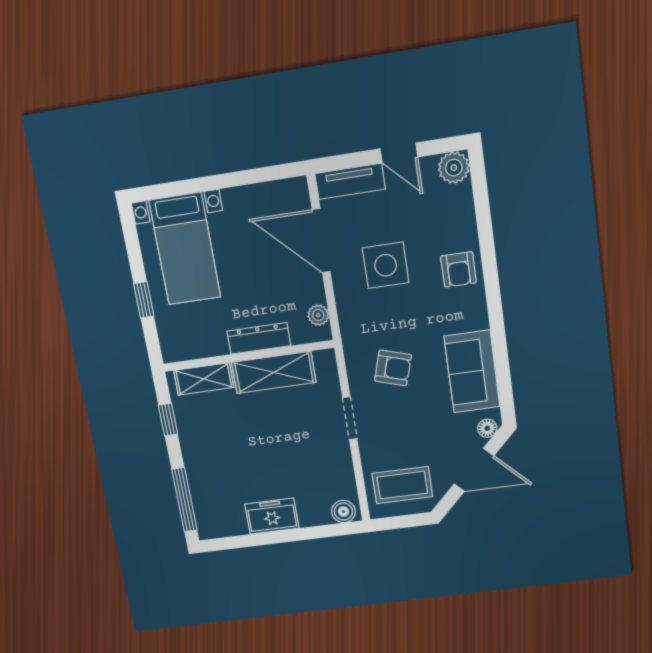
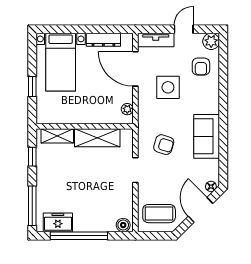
door: (399, 153) -> (184, 29), swing flipped
armchair: (458, 269) -> (201, 67), moved
dresser: (259, 338) -> (103, 40), moved, turned 180
sofa: (472, 372) -> (207, 136), moved
door: (474, 470) -> (200, 210), swing flipped
freezer: (272, 516) -> (58, 222), moved
window: (272, 538) -> (79, 236), added

